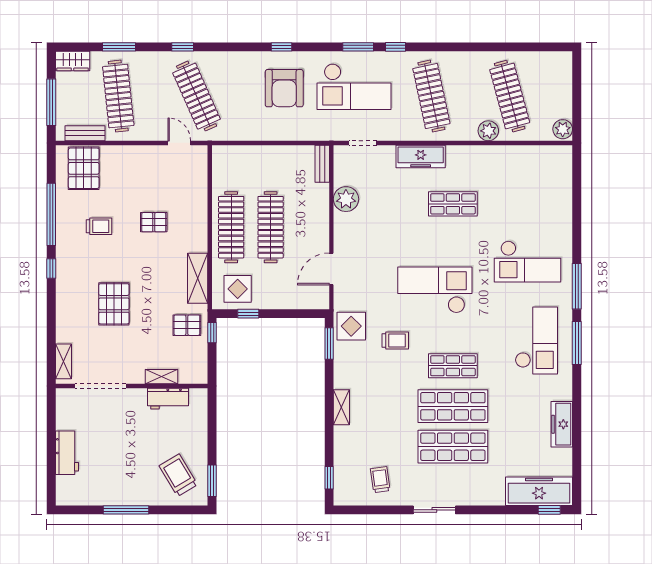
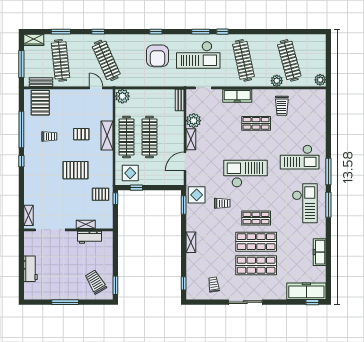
plant: (224, 157) -> (122, 96), added
trolley: (497, 174) -> (282, 106), added
shelving: (342, 231) -> (191, 139), added
shelving: (198, 278) -> (107, 135), moved
pallet: (114, 304) -> (76, 170), moved, turned 90
sliding door: (434, 510) -> (245, 302), width x1.37

